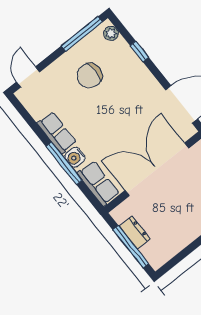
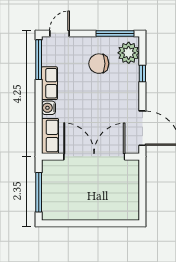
plant: (111, 33) -> (129, 53), width x1.87, depth x1.87
window: (64, 163) -> (39, 60), moved
dresser: (135, 232) -> (48, 185), removed

